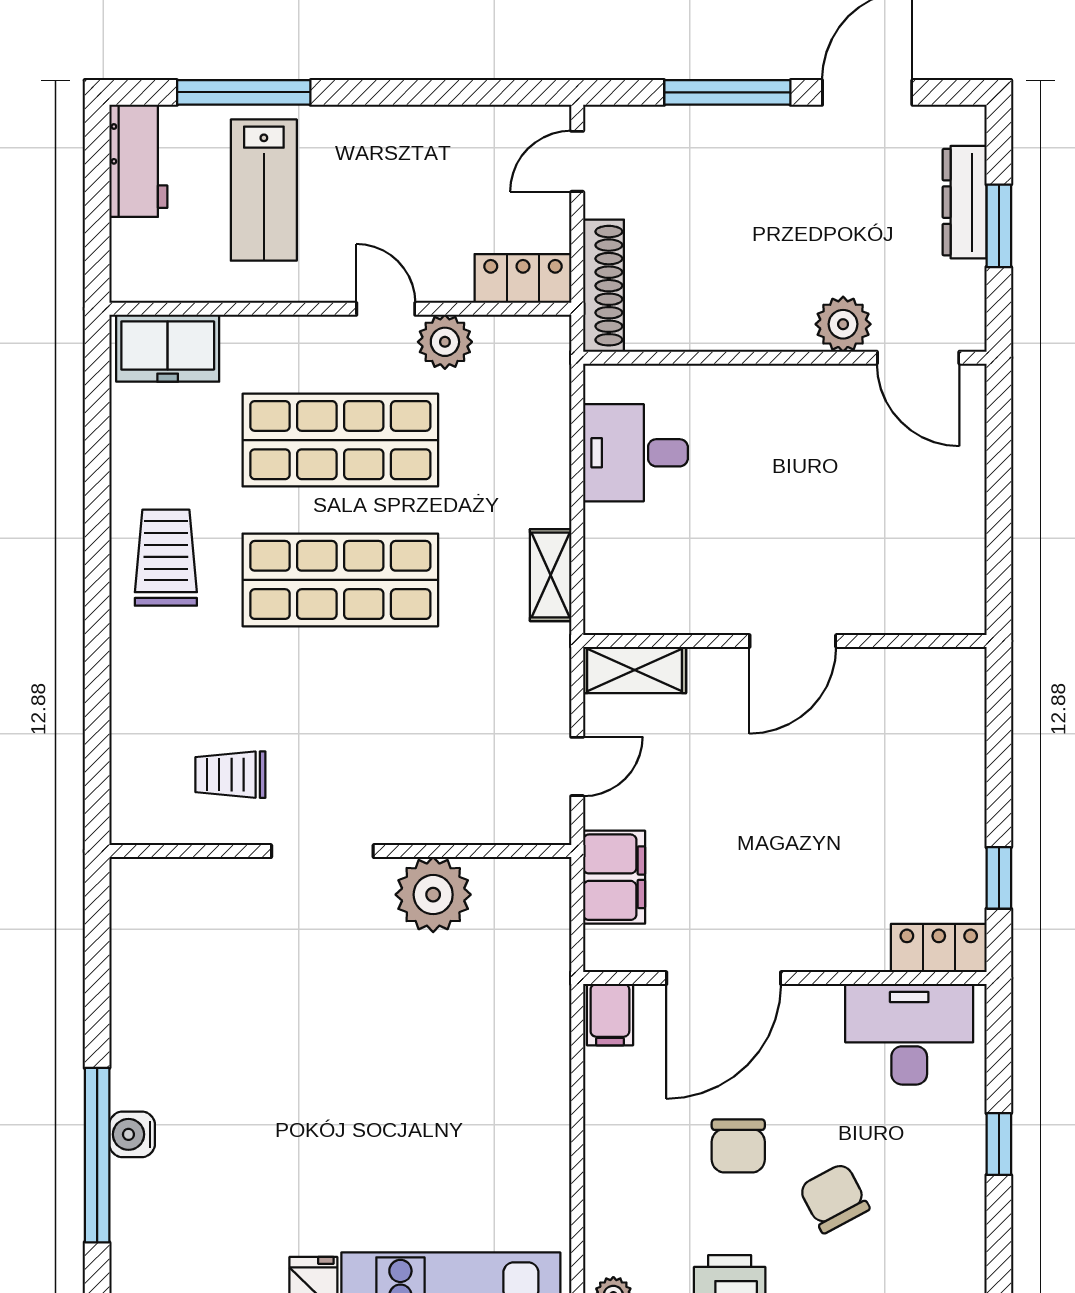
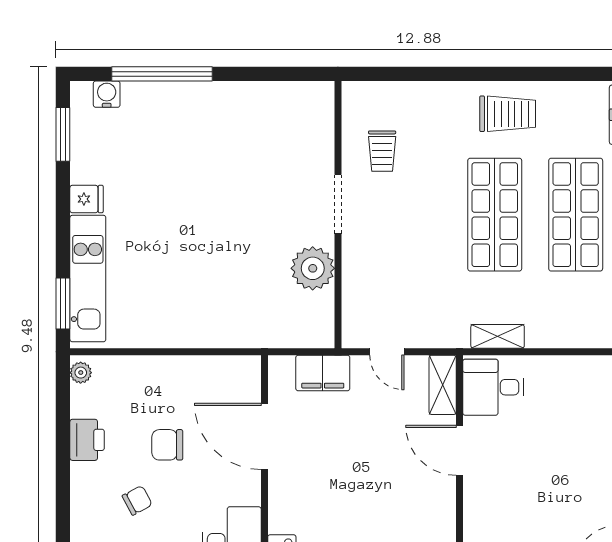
desk: (635, 453) -> (493, 387), moved, turned -90
door: (793, 641) -> (459, 450), moved
trolley: (230, 775) -> (382, 151), turned 180
filing cabinet: (610, 1015) -> (243, 371), removed
water cooler: (132, 1134) -> (107, 94), moved
chair: (834, 1198) -> (137, 500), width x0.73, depth x0.73

